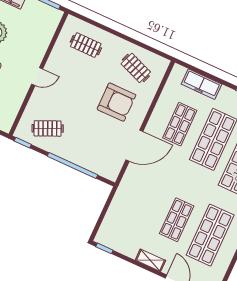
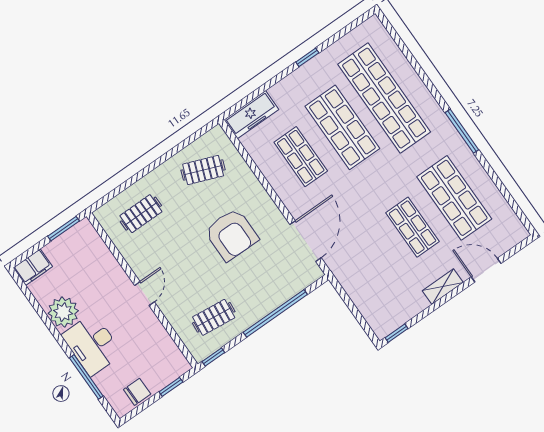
freezer: (202, 84) -> (251, 115), moved
armchair: (116, 102) -> (231, 235), moved, turned 90
clothes rail: (48, 128) -> (214, 317), turned 30
door: (134, 146) -> (305, 241), moved

